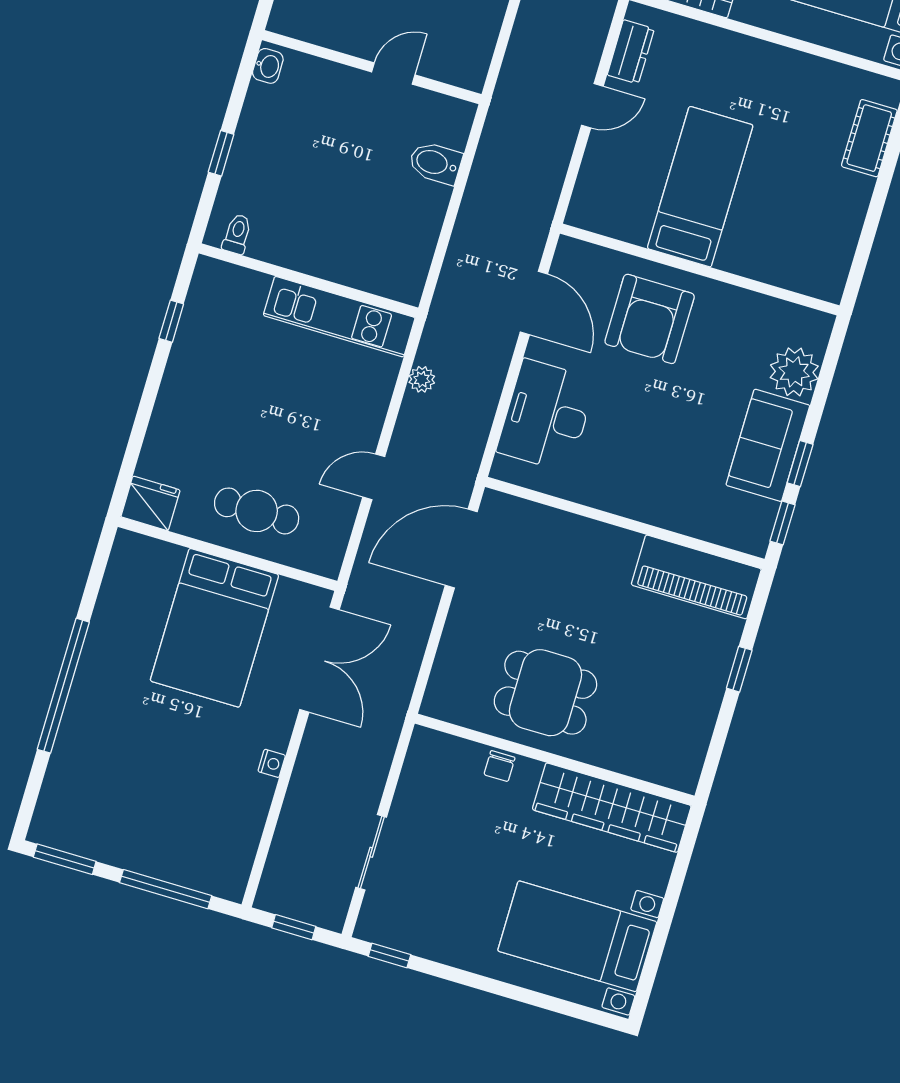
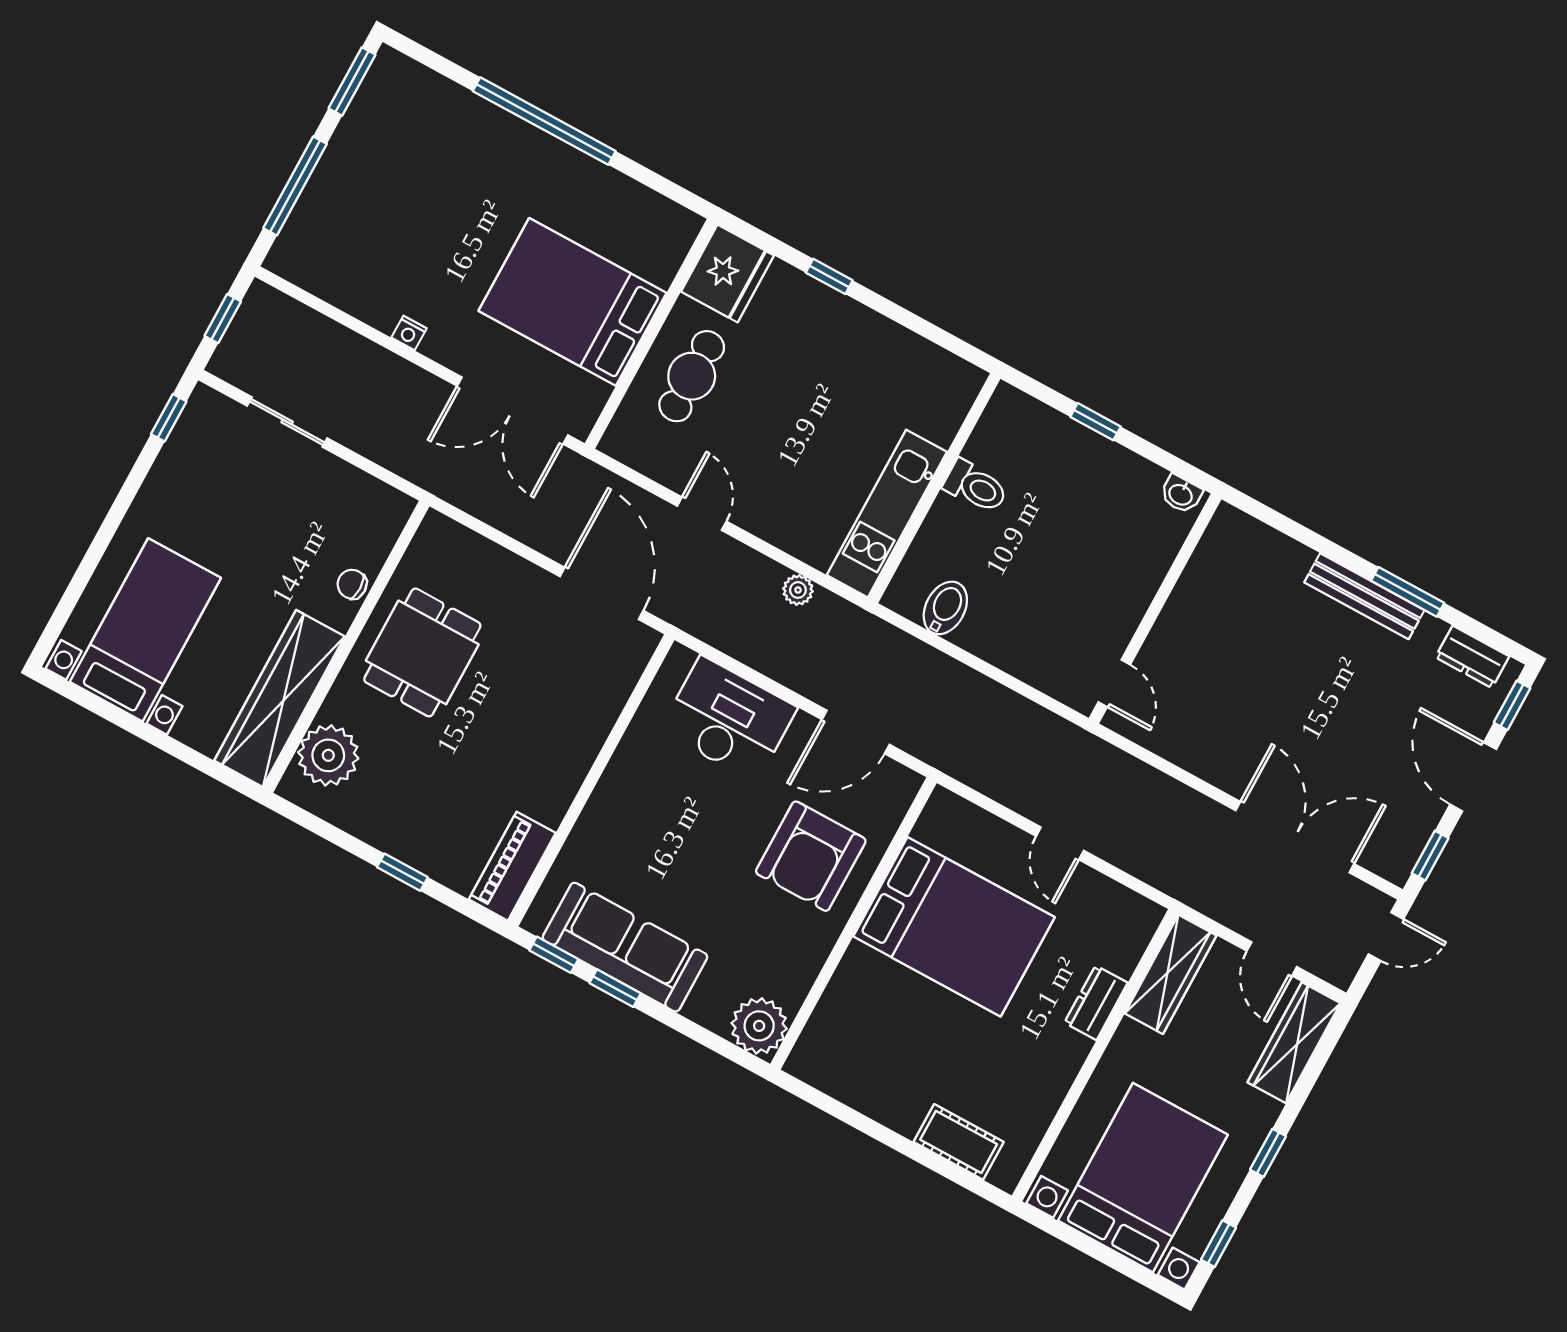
dresser: (631, 52) -> (1096, 1003), moved, turned 90
door: (393, 73) -> (1114, 683), moved
bidet: (435, 163) -> (945, 608), moved
bed: (700, 187) -> (954, 927), width x1.50
toilet: (237, 234) -> (976, 486), moved, width x1.37, depth x1.39
armchair: (650, 319) -> (811, 856), turned -90
window: (171, 321) -> (829, 276), moved
plant: (794, 372) -> (759, 1026), moved
sofa: (768, 445) -> (625, 947), width x1.36
fridge: (150, 503) -> (728, 273), width x1.36, depth x1.34
piano: (696, 577) -> (512, 866), width x0.73, depth x0.75
plant: (652, 755) -> (328, 755), added

